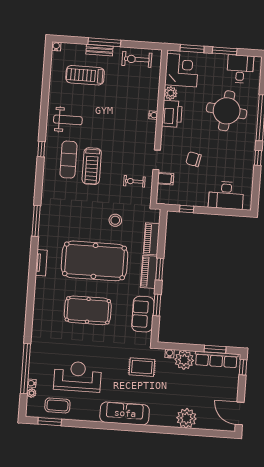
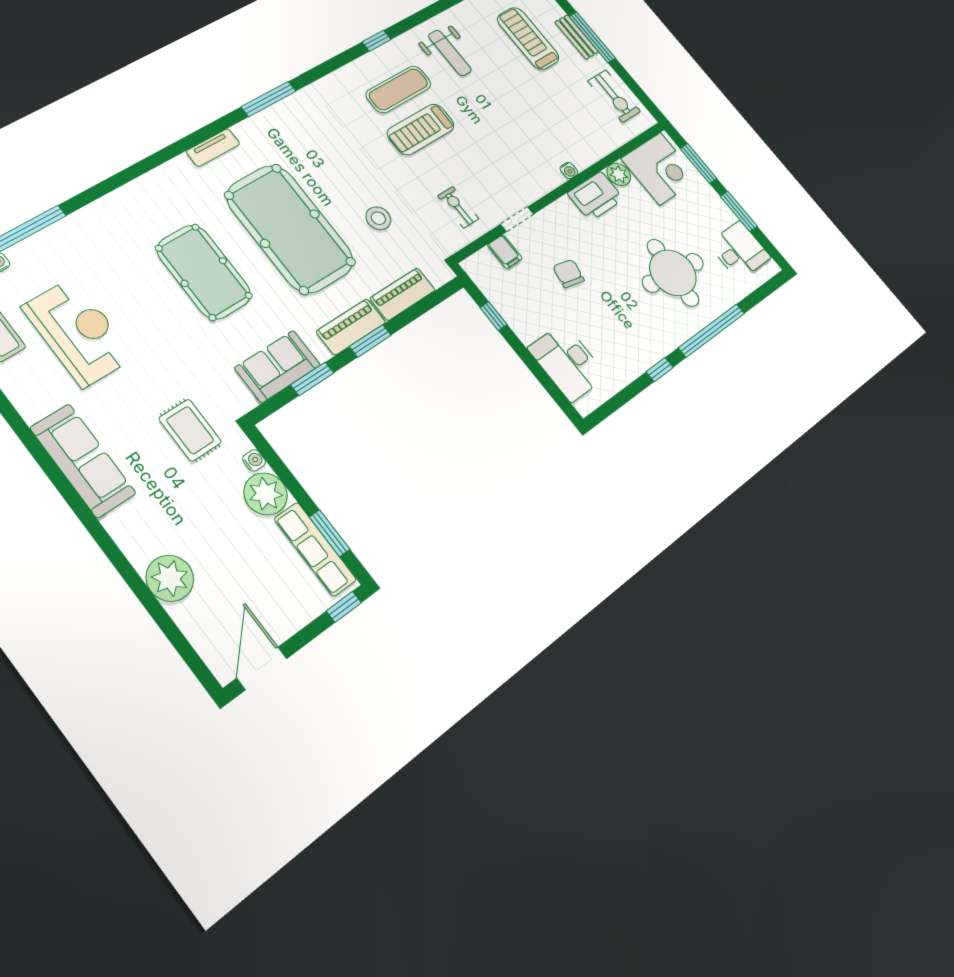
exercise bike: (137, 59) -> (614, 96), turned 180

